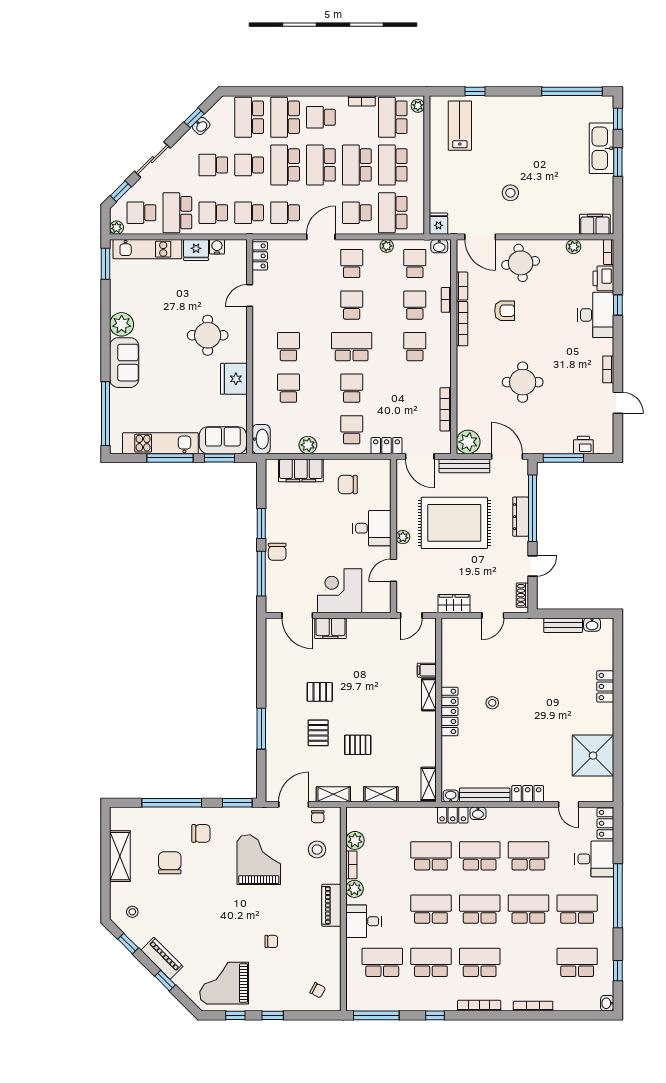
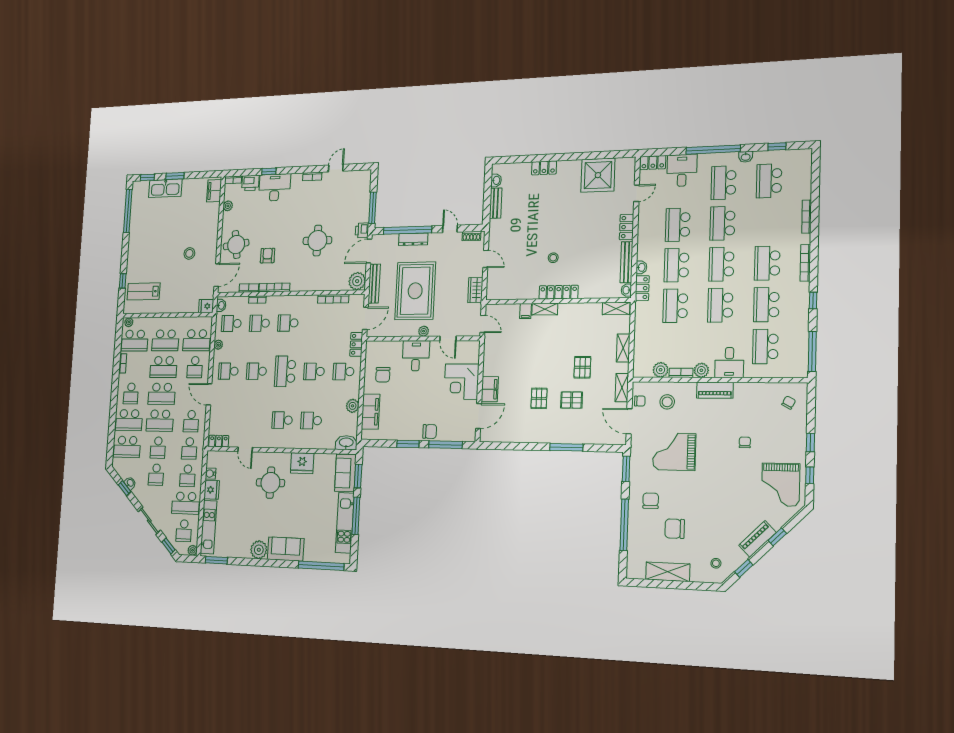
printer: (583, 445) -> (362, 230), moved
washbasin: (607, 1003) -> (746, 157), moved

